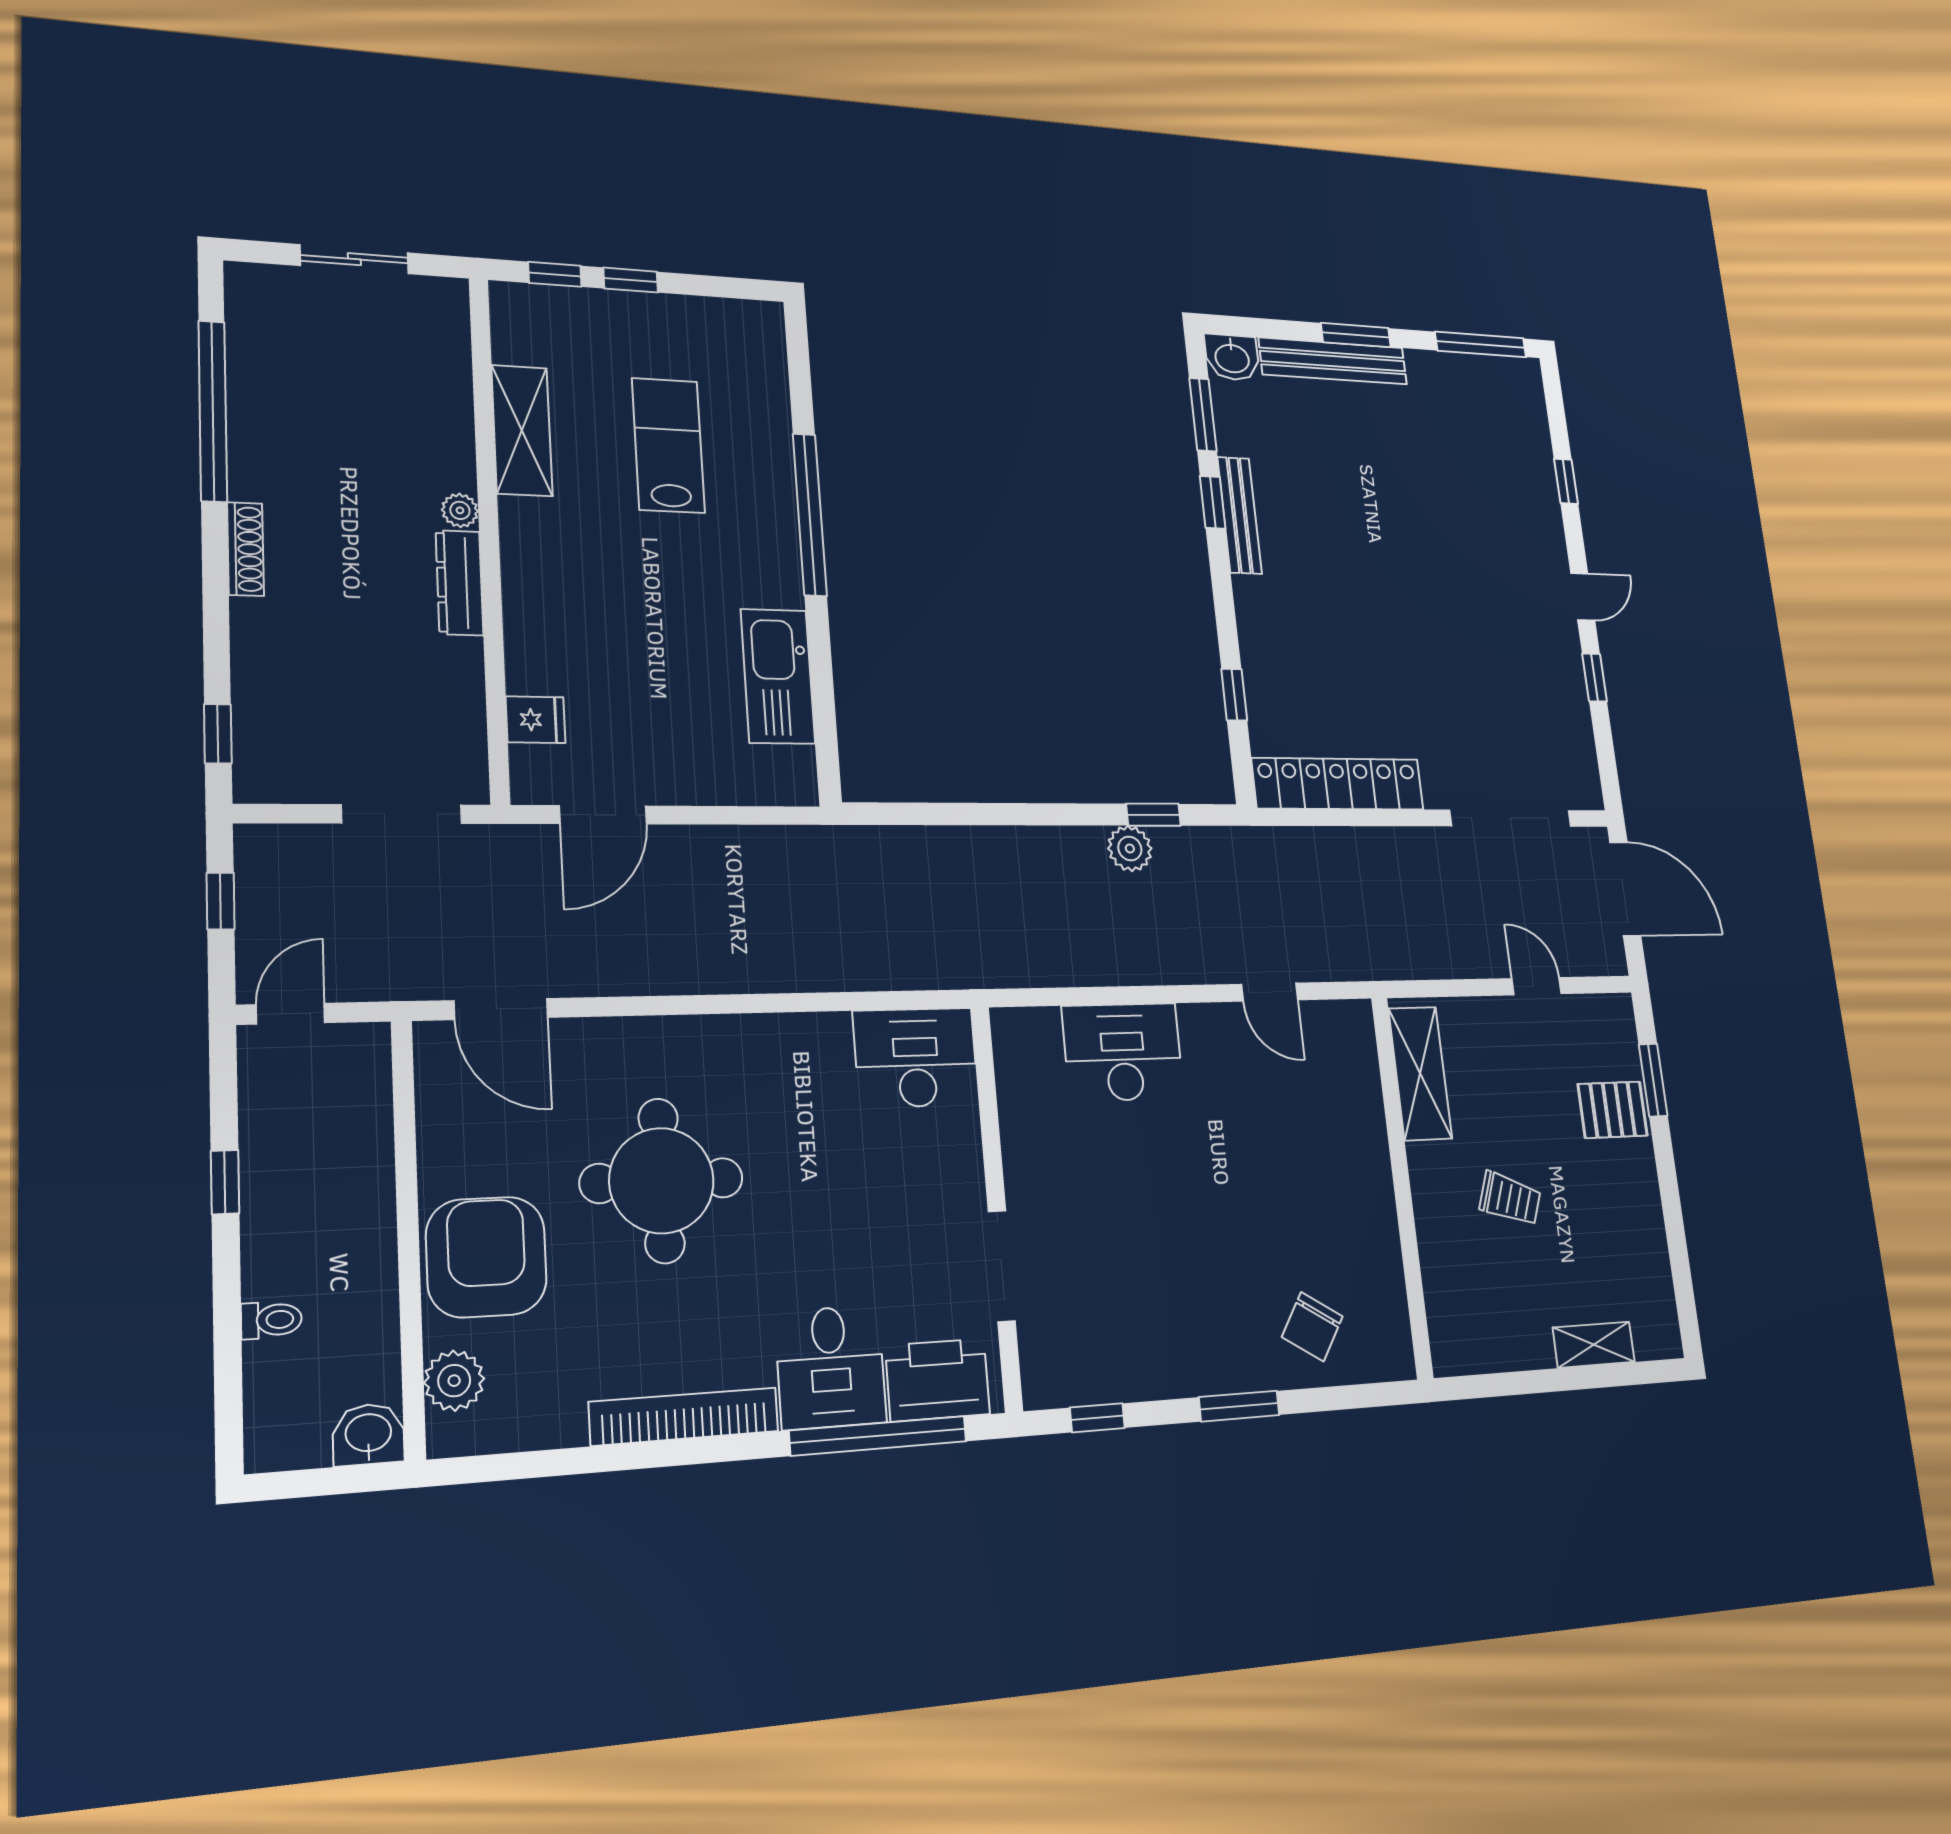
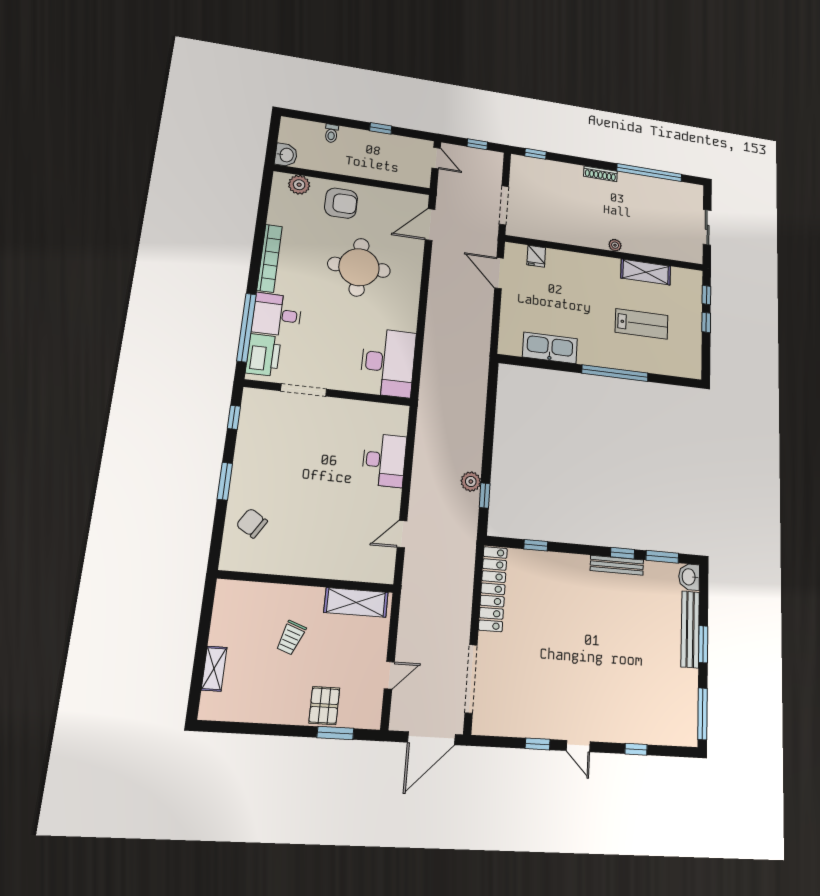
dresser: (459, 583) -> (588, 240), removed
desk: (916, 1058) -> (388, 363), width x1.36, depth x1.30
armchair: (486, 1257) -> (341, 203), width x0.73, depth x0.73

